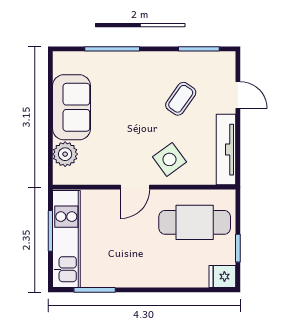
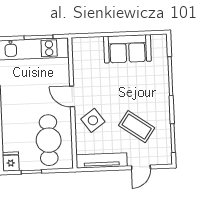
coffee table: (181, 99) -> (137, 127), width x1.36, depth x1.30
plant: (65, 154) -> (94, 46), removed

